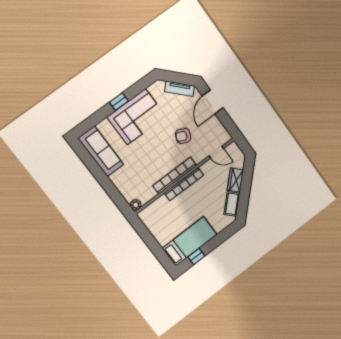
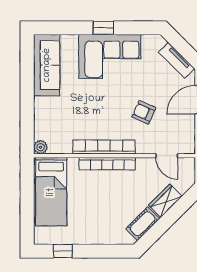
bed: (190, 241) -> (51, 192), moved, turned 90

